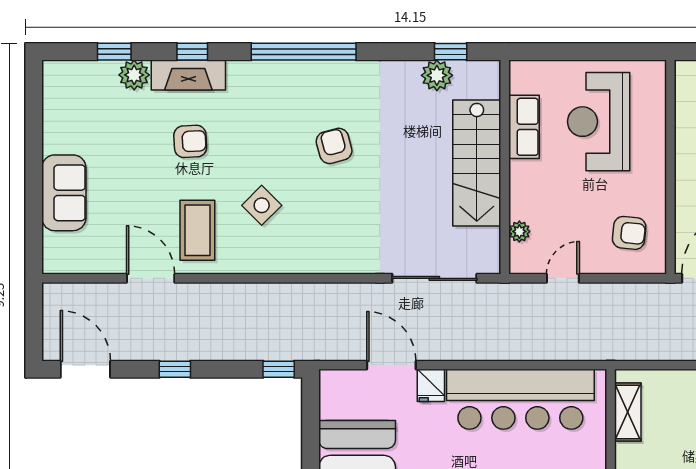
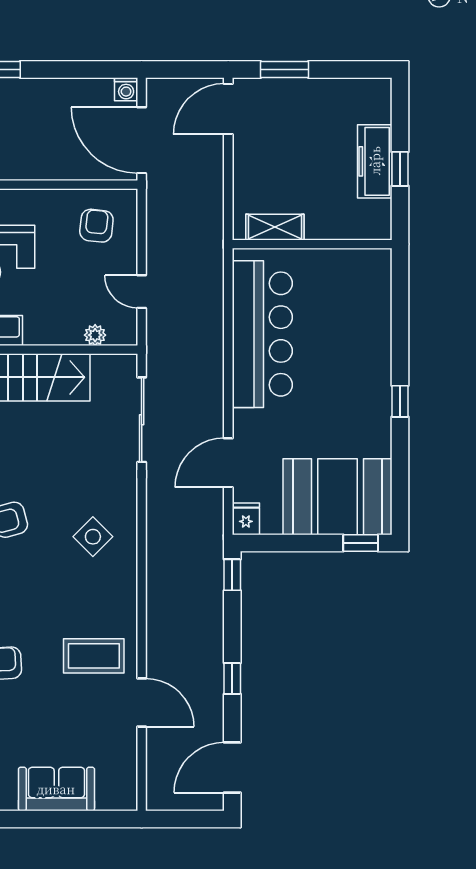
side table: (262, 205) -> (93, 537), moved
door: (151, 278) -> (142, 703), swing flipped
fridge: (431, 385) -> (246, 519), moved, turned -90

